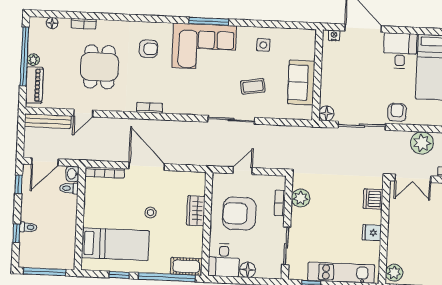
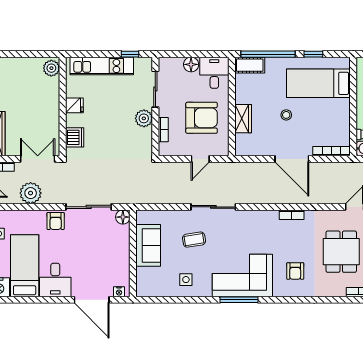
armchair: (148, 49) -> (295, 271), turned -90
plant: (301, 198) -> (144, 118), moved

